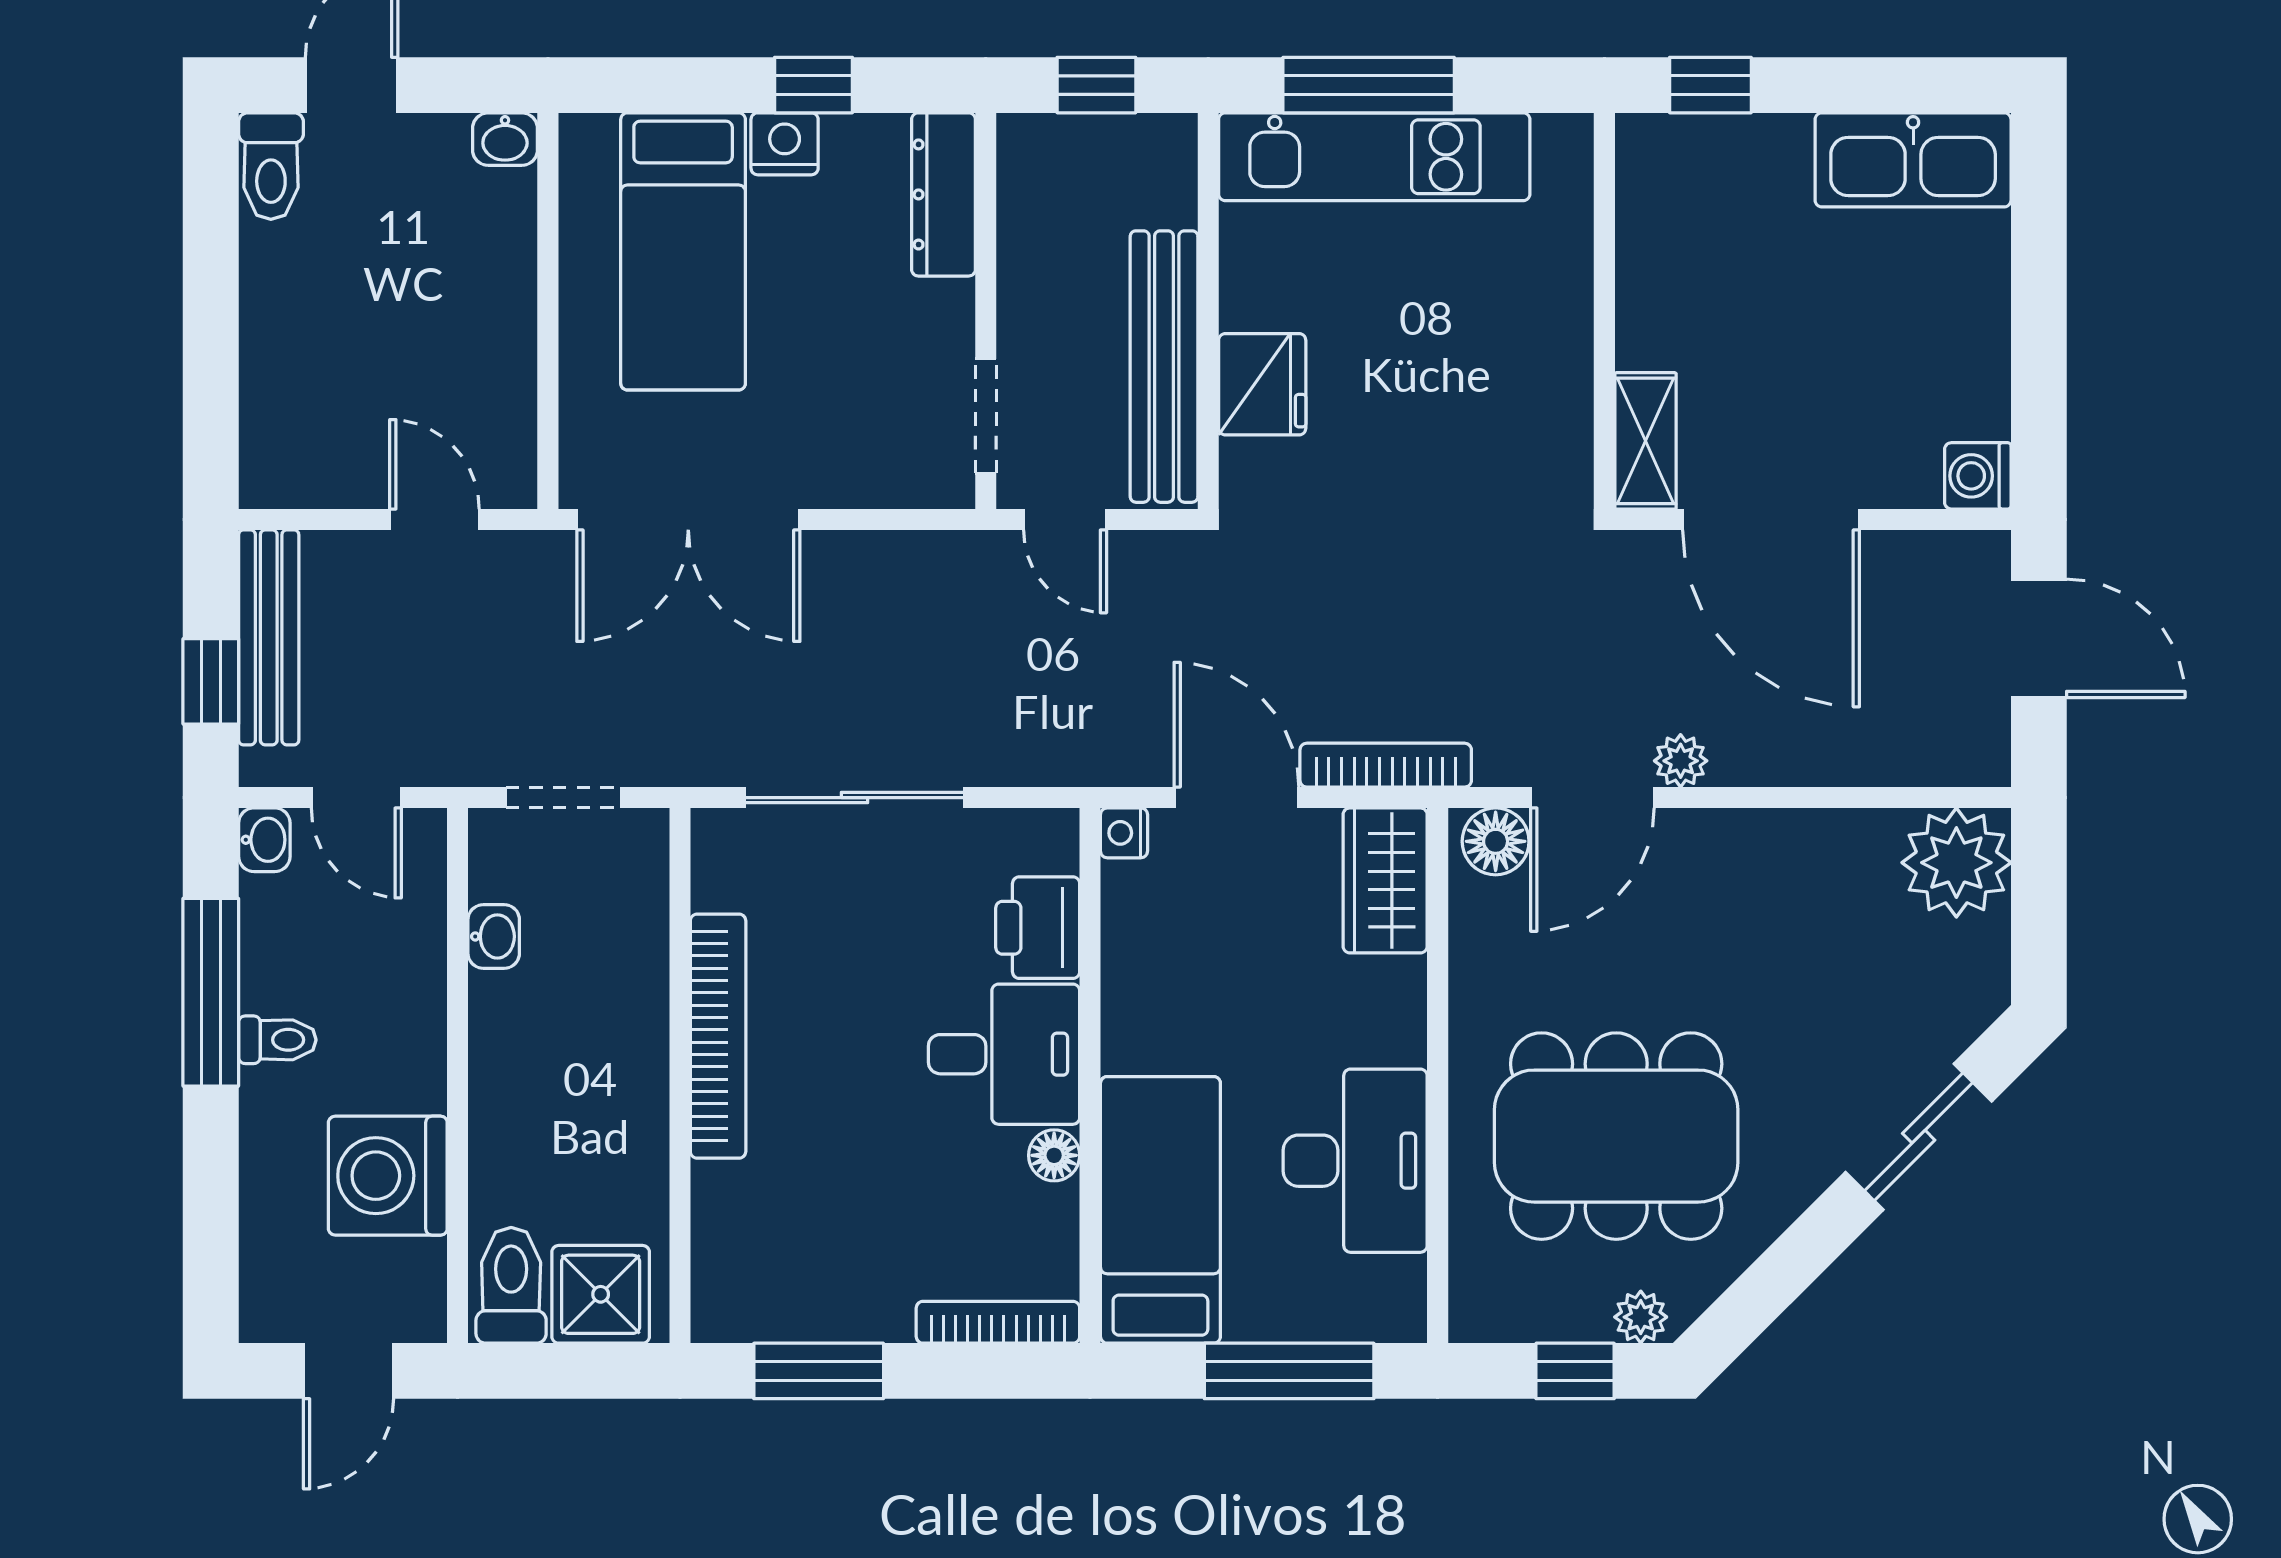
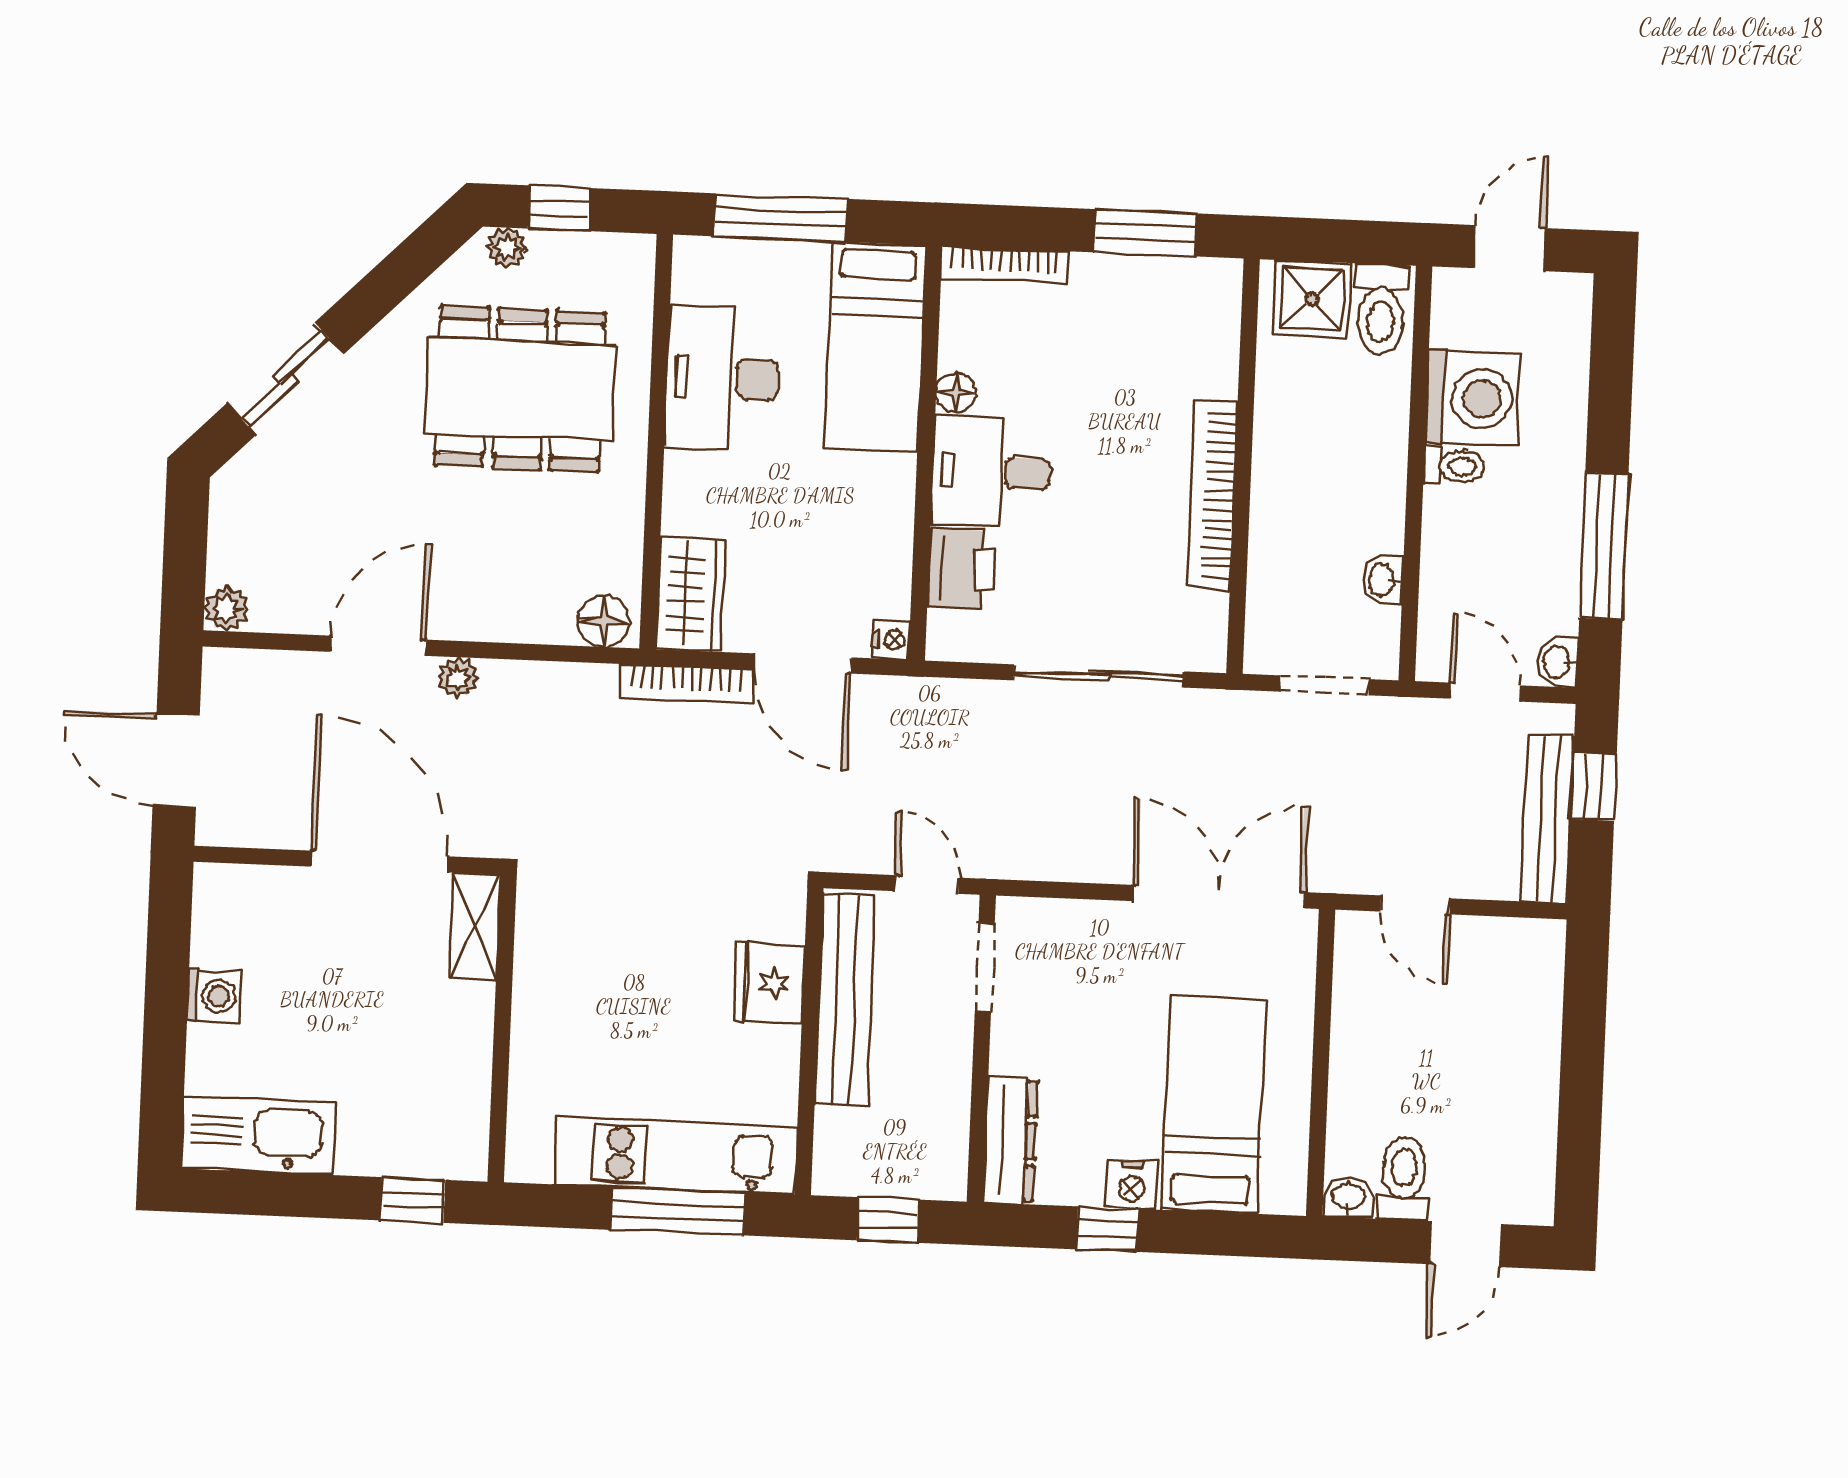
toilet: (271, 166) -> (1404, 1179), moved
washing machine: (1978, 476) -> (214, 996), moved
door: (1592, 798) -> (378, 646), moved
plant: (1956, 863) -> (227, 609), width x0.53, depth x0.53
toilet: (277, 1040) -> (1454, 466), moved, turned 180

